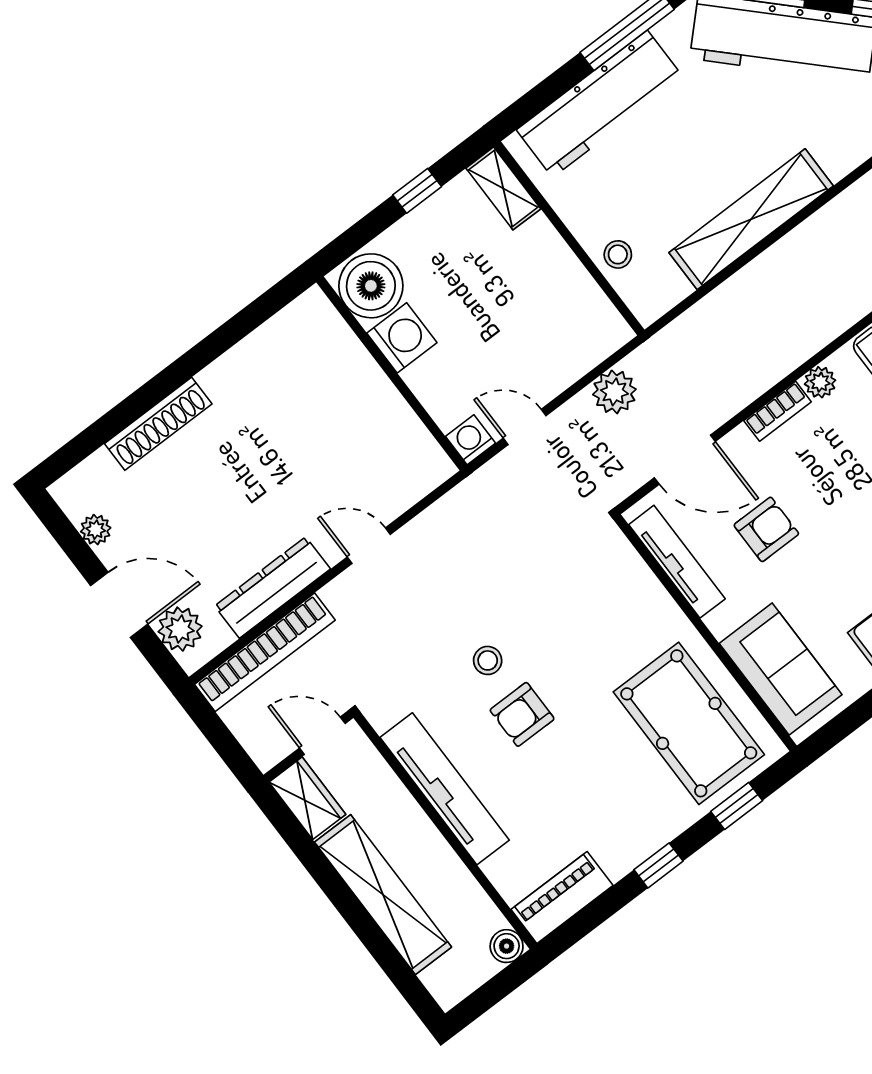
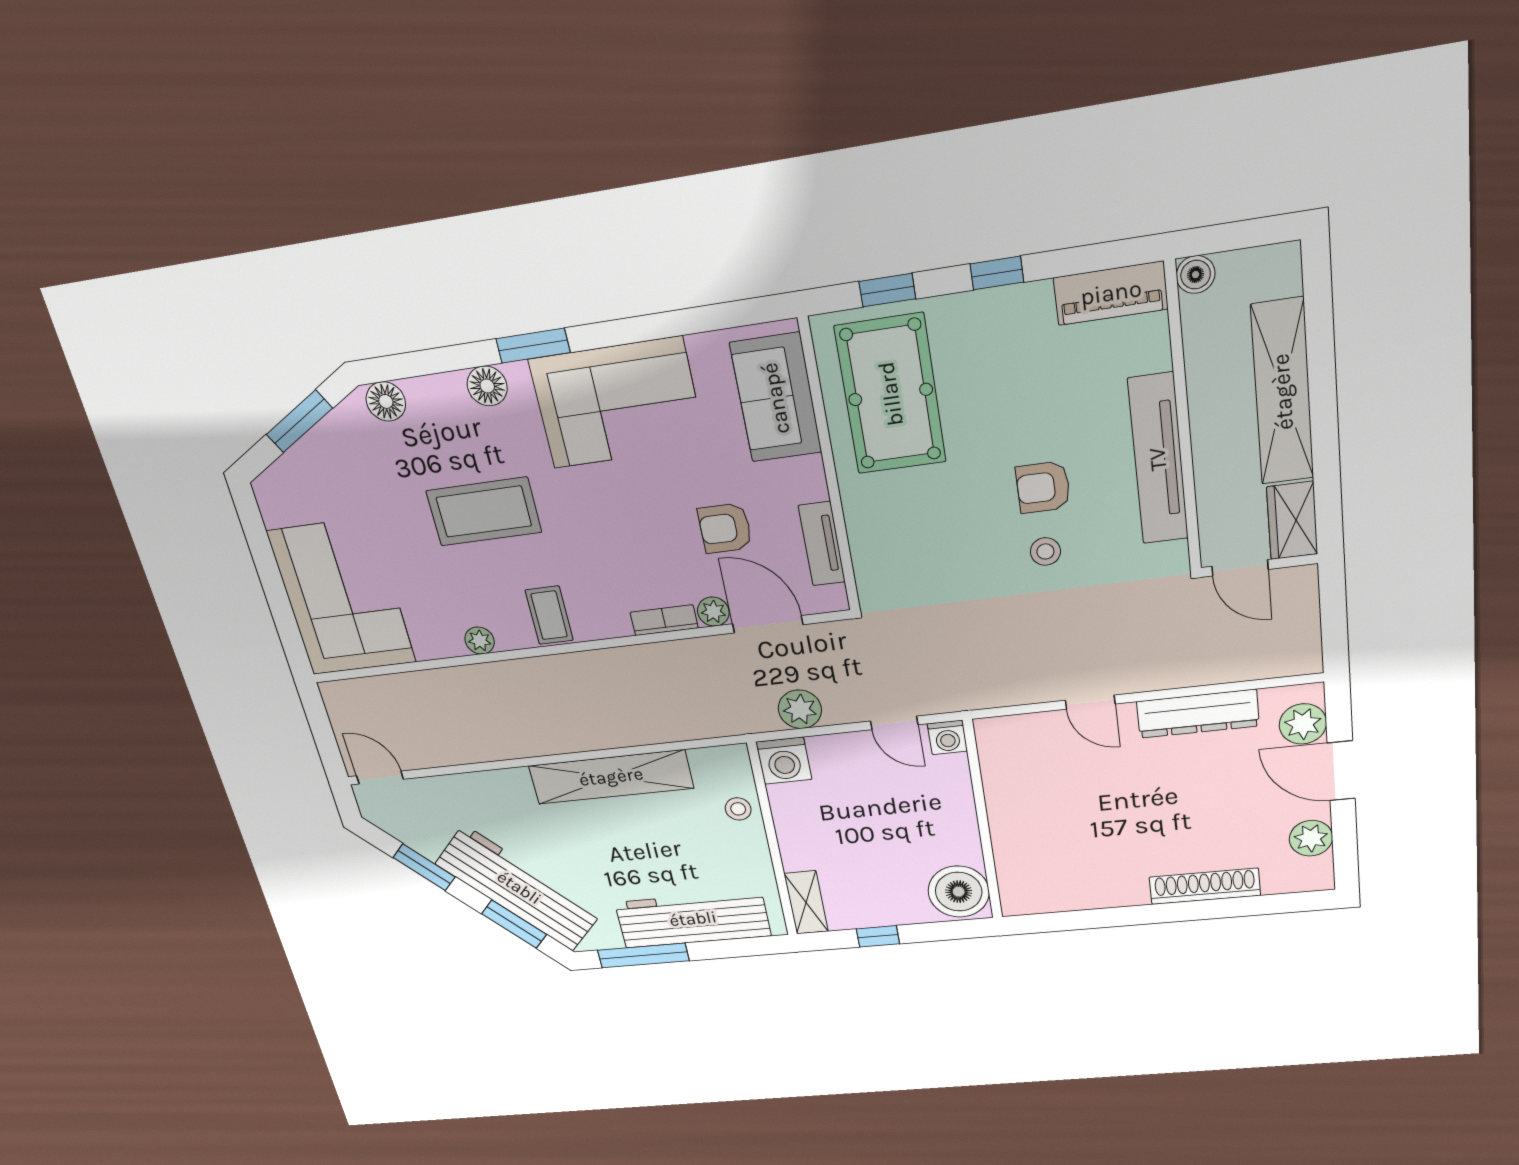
washing machine: (402, 338) -> (784, 761), moved, turned -90
plant: (820, 382) -> (713, 612), moved
plant: (96, 530) -> (1311, 838), width x1.38, depth x1.38
tv unit: (677, 562) -> (822, 544), width x0.71
bookcase: (265, 652) -> (1242, 666), removed
armchair: (522, 714) -> (1043, 487), turned 180

